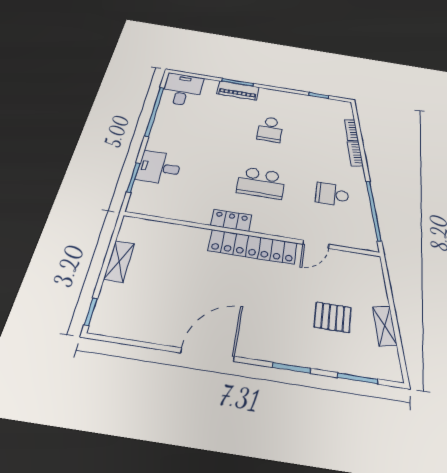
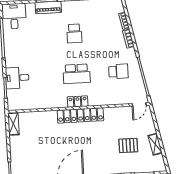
school desk: (332, 194) -> (118, 71), turned 180
locker: (231, 220) -> (78, 101), moved
door: (316, 244) -> (139, 104), moved
shelving: (119, 261) -> (13, 124), moved

